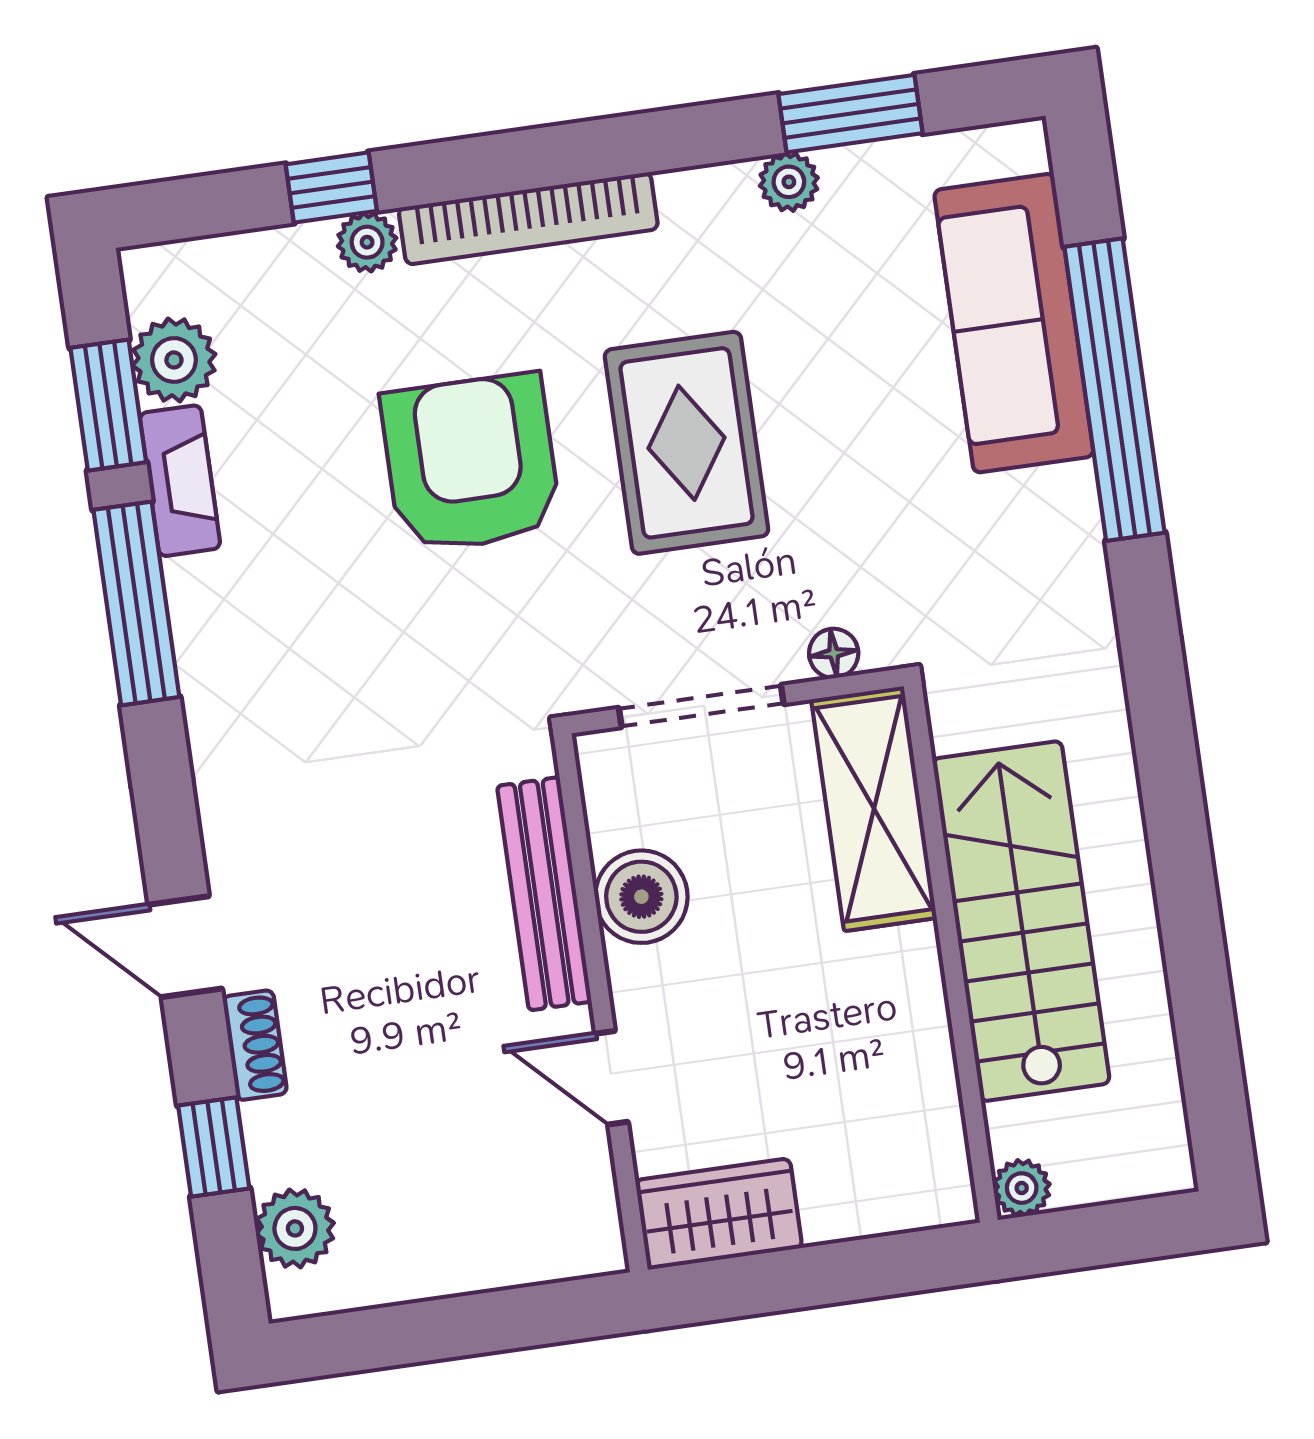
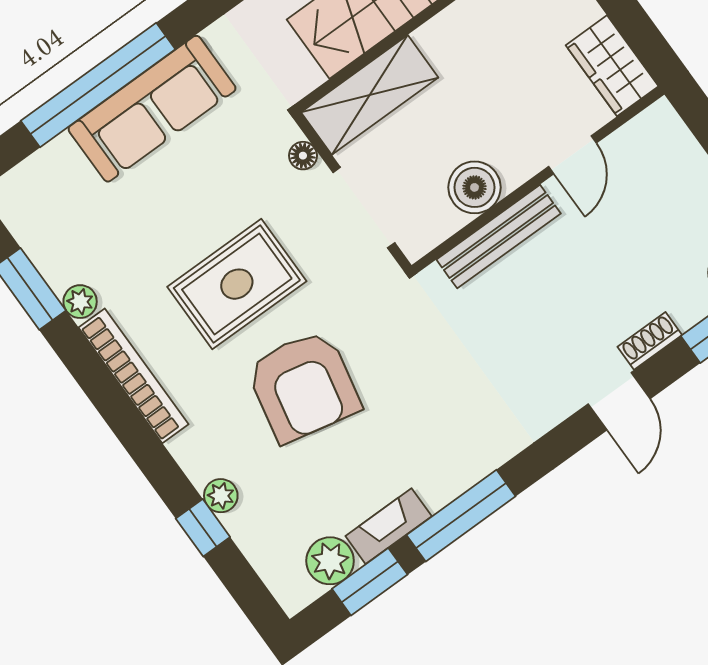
bookcase: (528, 218) -> (134, 376), moved
sofa: (1014, 323) -> (152, 109), moved
armchair: (471, 463) -> (303, 386), turned -78

